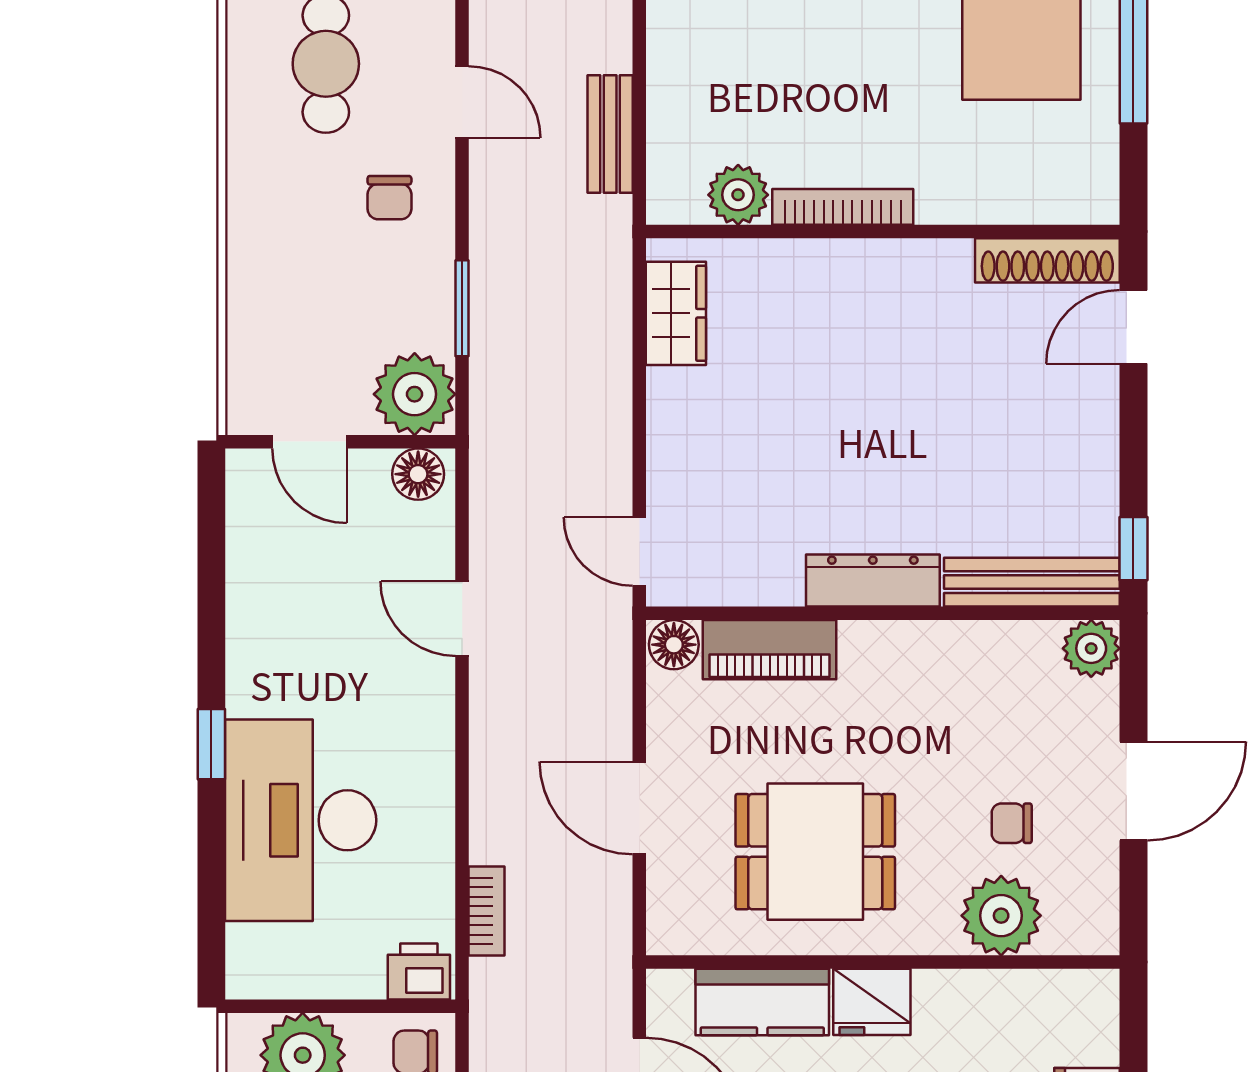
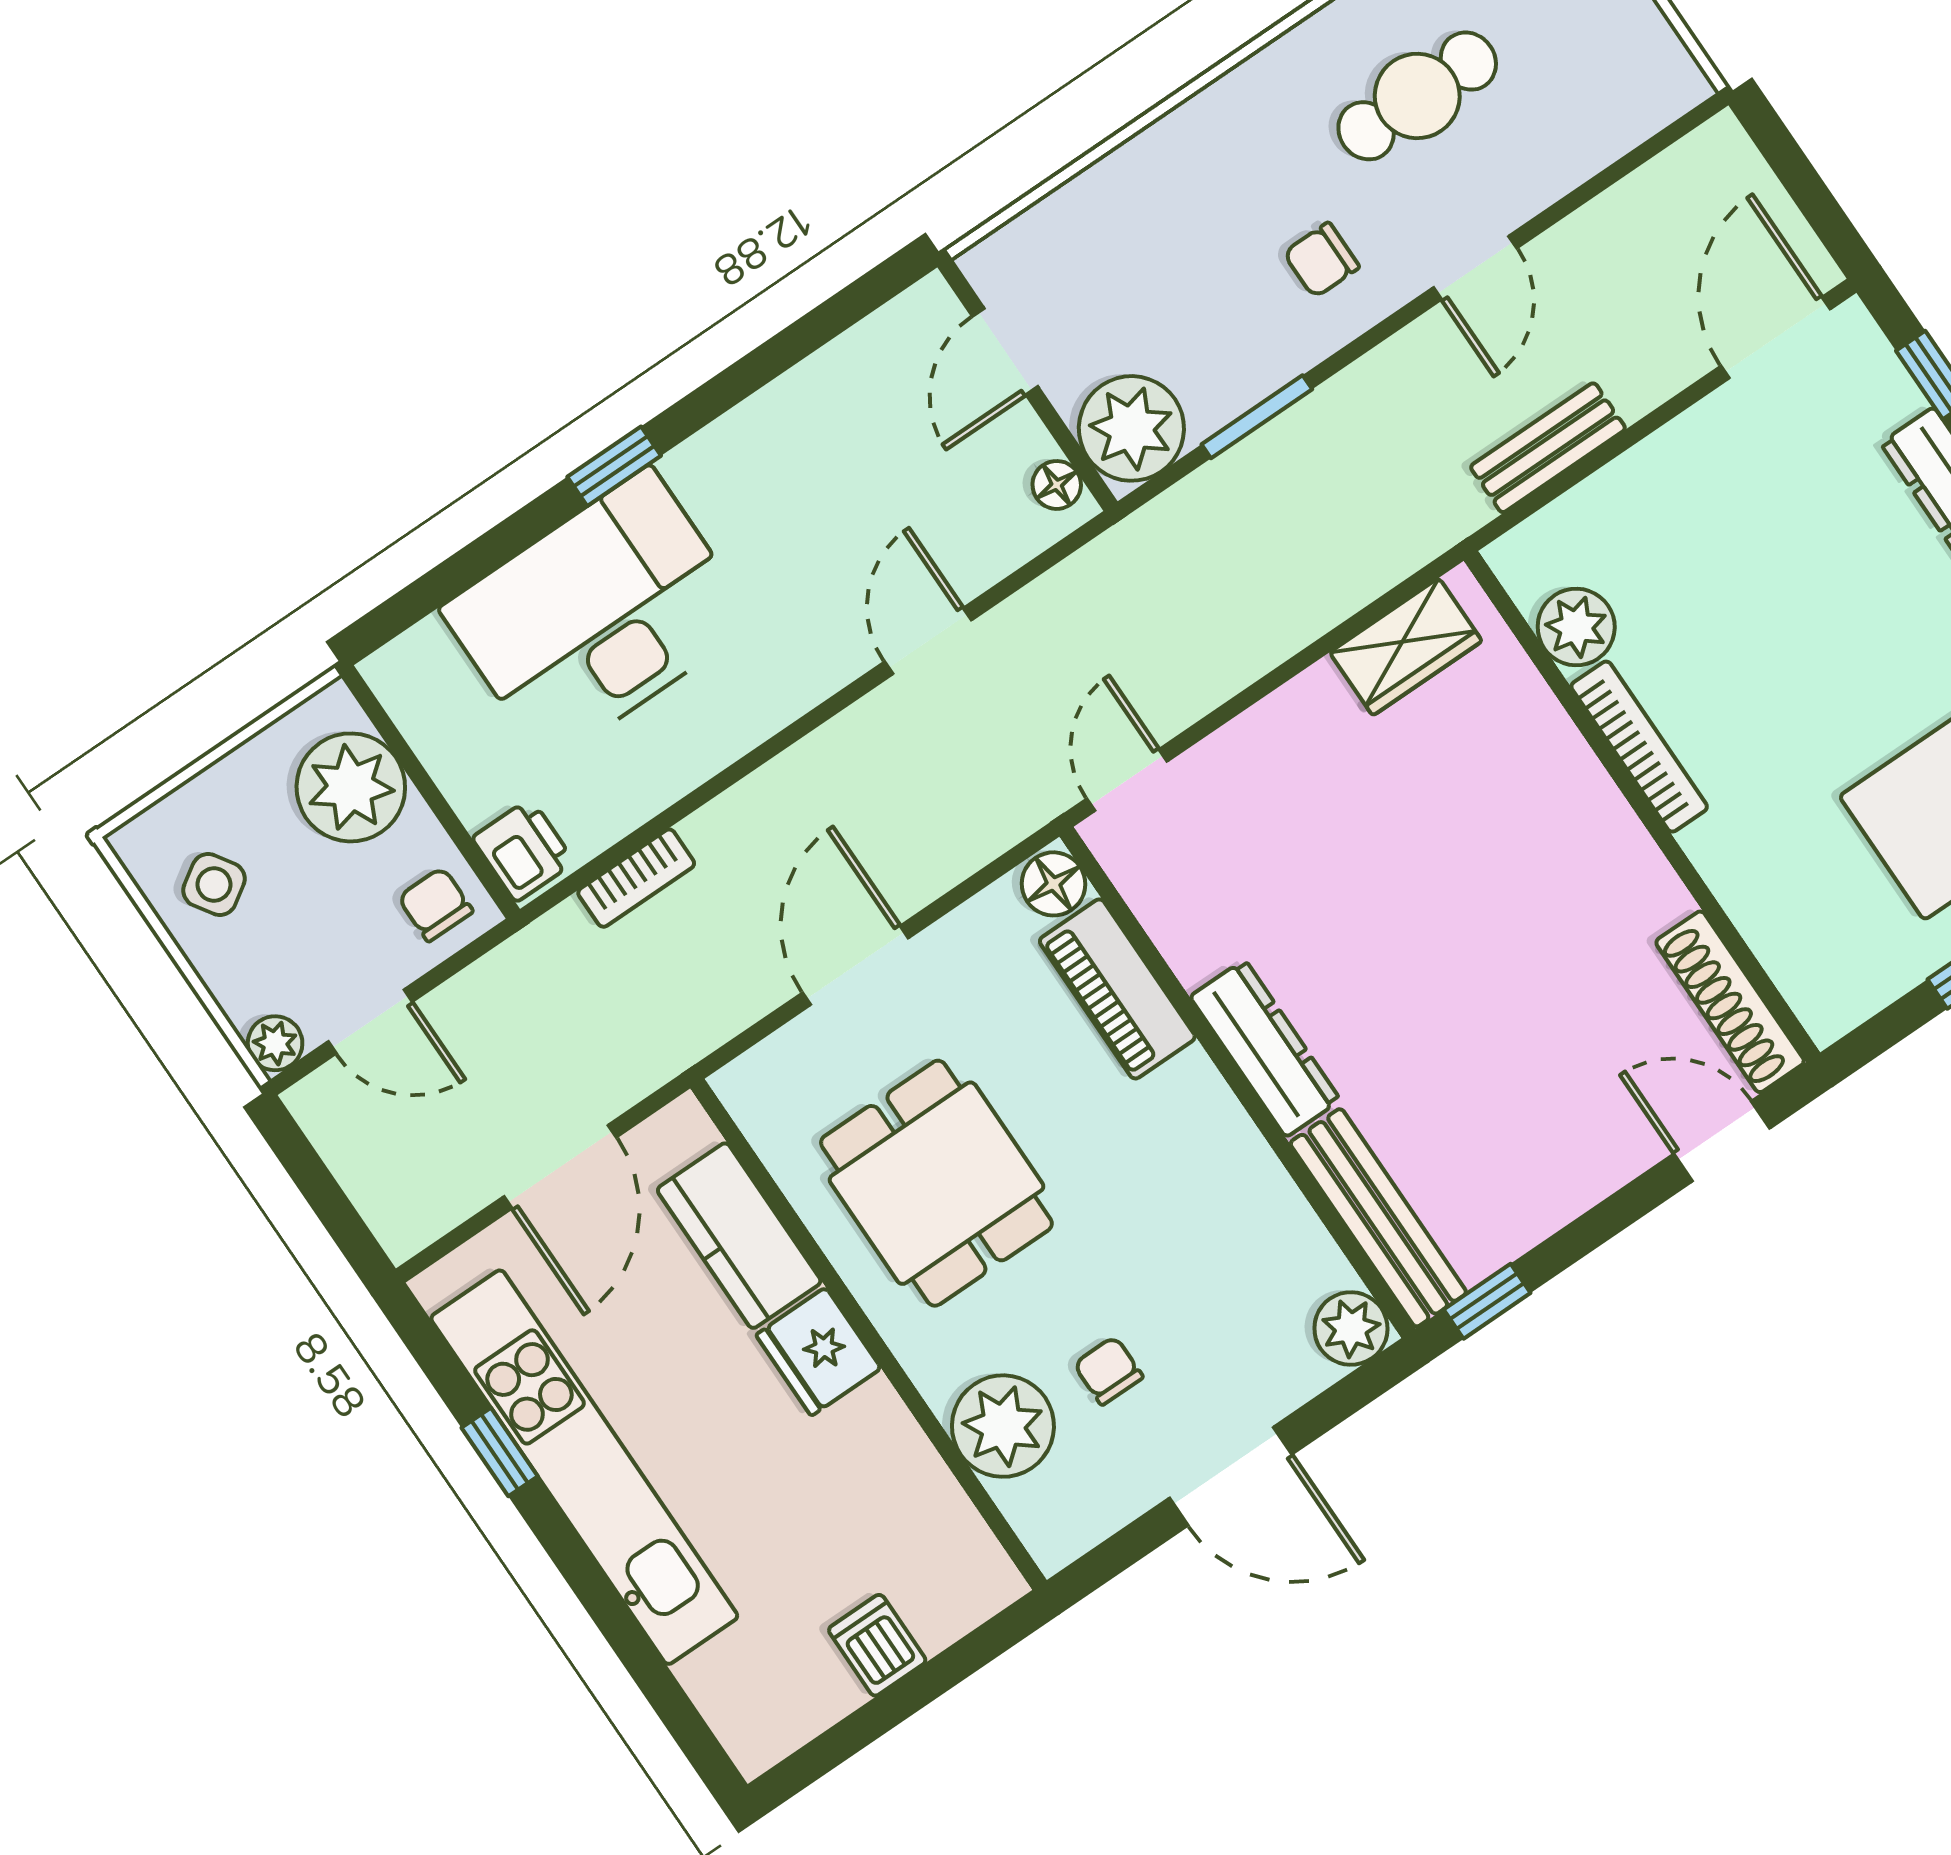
floor lamp: (418, 474) -> (1057, 485), width x0.73, depth x0.73

